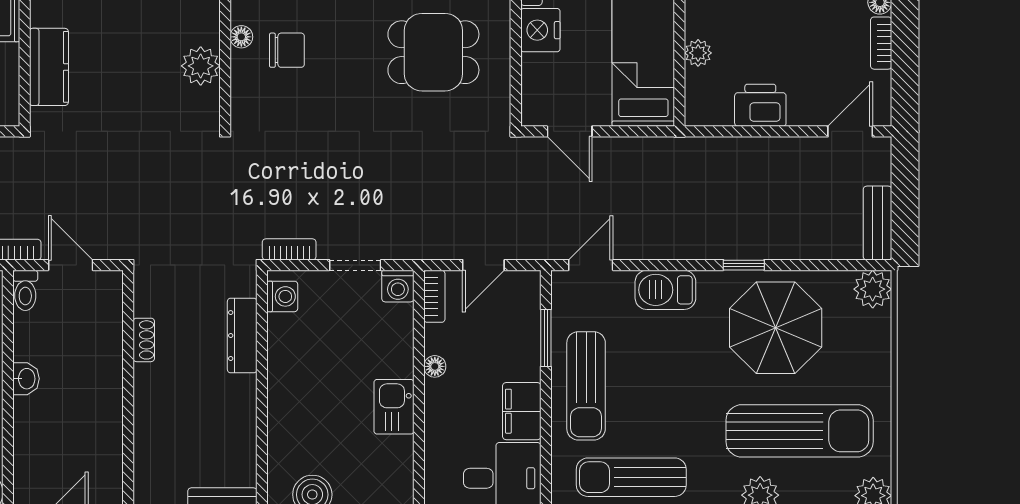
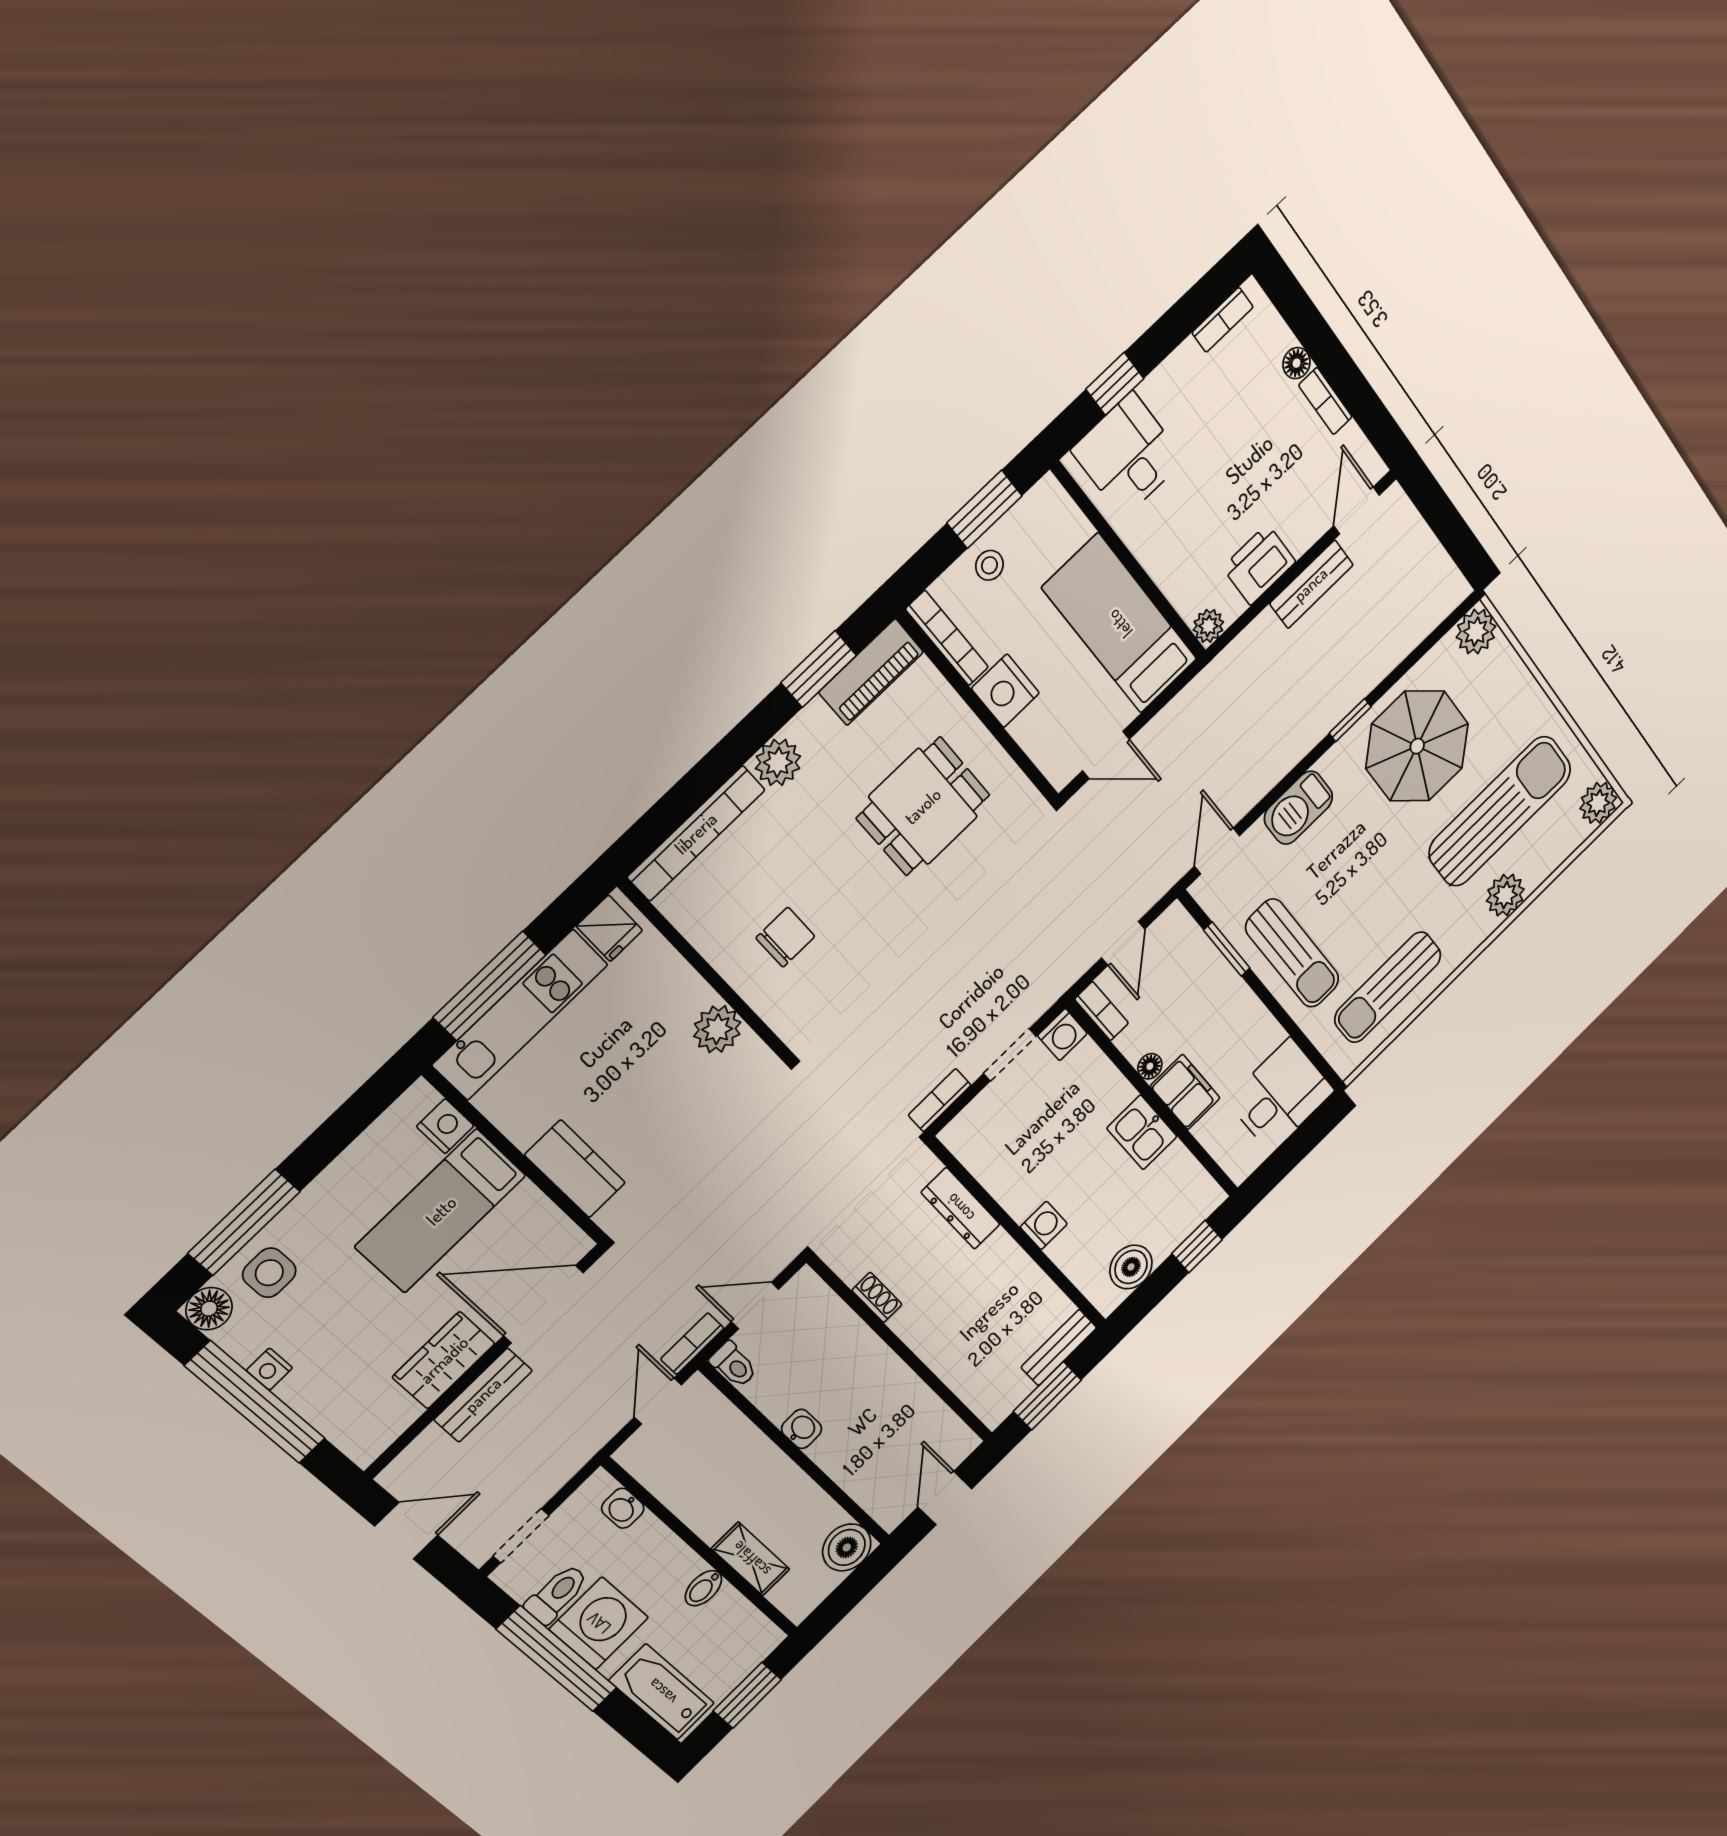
floor lamp: (241, 37) -> (732, 967), removed
plant: (698, 53) -> (1208, 626), moved
bench: (878, 223) -> (1311, 584), moved, turned 90
washing machine: (282, 296) -> (1044, 1225), moved
filing cabinet: (522, 411) -> (1185, 1092), moved, turned 180

